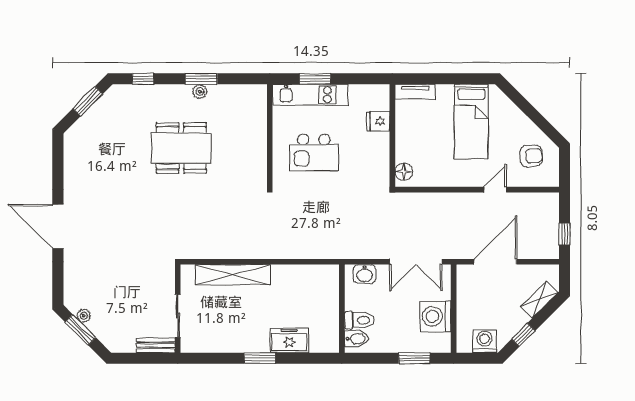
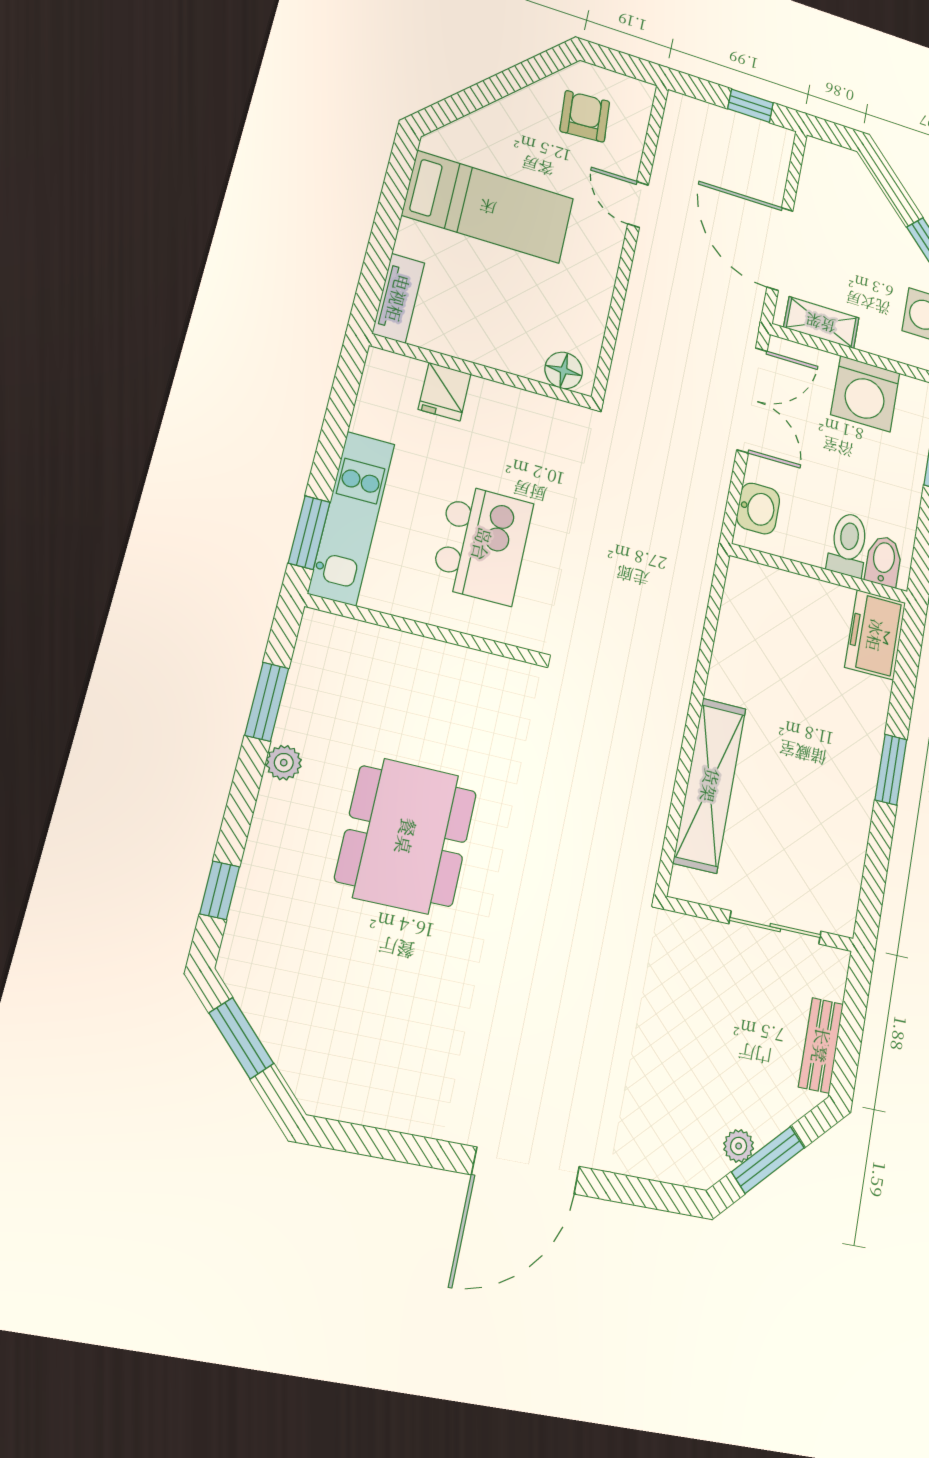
window: (201, 79) -> (267, 702), moved
window: (315, 79) -> (309, 533), moved
shelving: (539, 300) -> (821, 323), moved, turned -45
freezer: (289, 340) -> (875, 635), moved
bench: (156, 345) -> (821, 1045), moved

